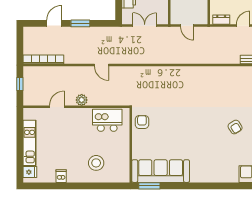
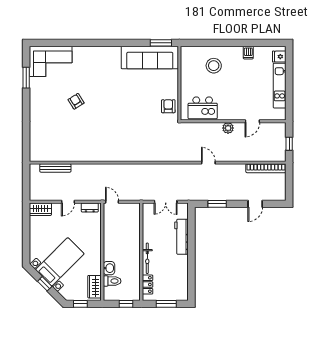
window: (80, 23) -> (217, 204), moved
door: (187, 26) -> (112, 202), moved
armchair: (142, 122) -> (168, 106), turned 180

